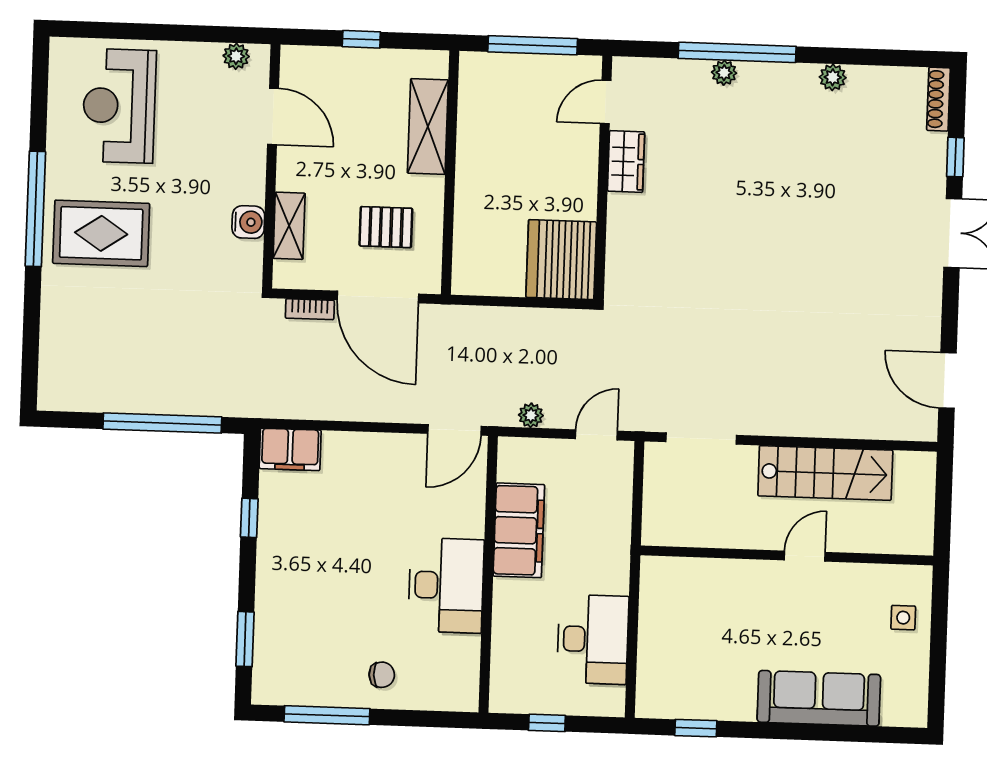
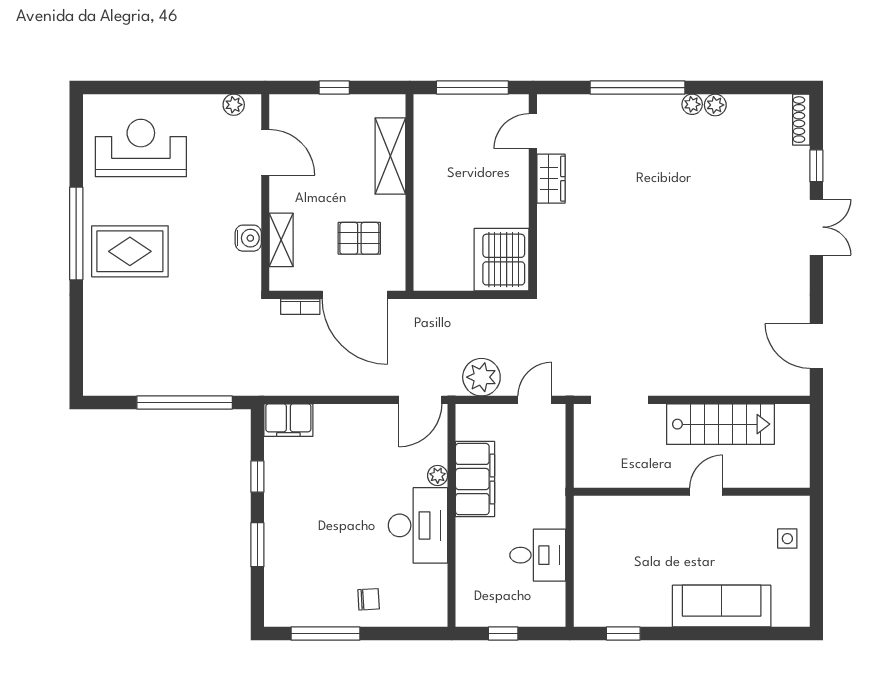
plant: (724, 73) -> (692, 104), moved
reception desk: (119, 106) -> (141, 148), turned 90
plant: (531, 415) -> (481, 377), width x1.88, depth x1.88
plant: (473, 524) -> (438, 475), added
window: (245, 639) -> (257, 545), moved
desk: (593, 639) -> (538, 555), width x0.73

